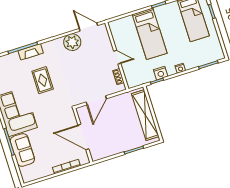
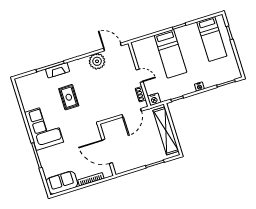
nightstand: (161, 73) -> (154, 99), moved
door: (96, 100) -> (132, 113), moved
sofa: (22, 150) -> (62, 183), moved, turned -90

